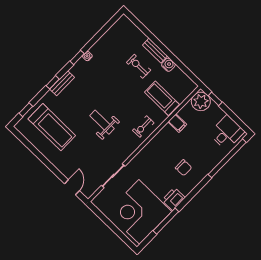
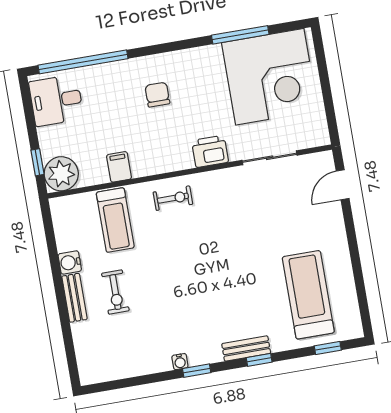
weight bench: (102, 122) -> (229, 249), removed
printer: (173, 199) -> (210, 151), moved, turned 180

